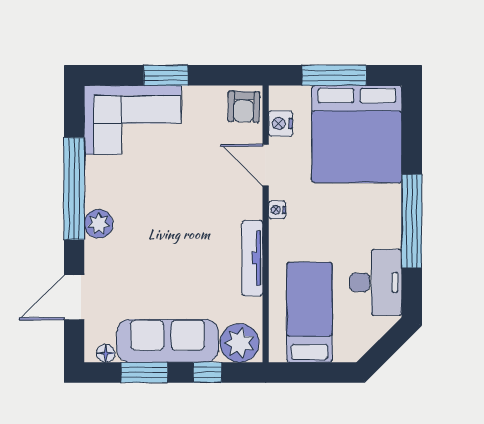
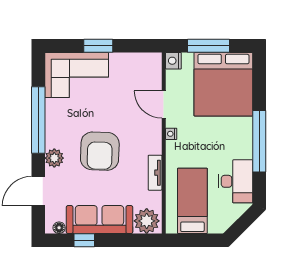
armchair: (244, 107) -> (100, 151), moved, width x1.88, depth x1.88
nightstand: (281, 124) -> (173, 61), moved
plant: (99, 224) -> (54, 158), moved
tv unit: (252, 258) -> (155, 173), width x0.71
window: (144, 372) -> (84, 240), width x0.67
window: (207, 372) -> (125, 240), removed

